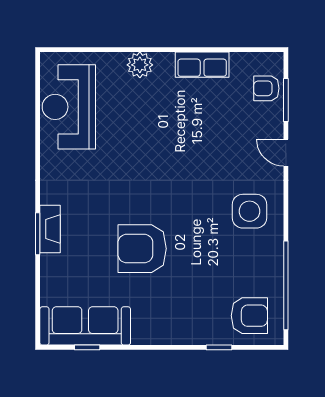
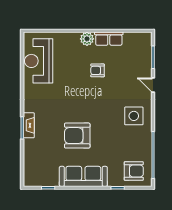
plant: (140, 65) -> (87, 39), moved
armchair: (266, 88) -> (98, 70), moved
sofa: (85, 326) -> (83, 176), moved

